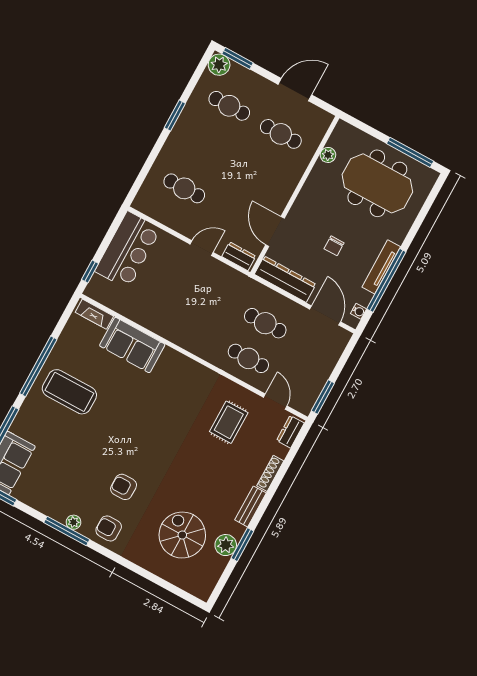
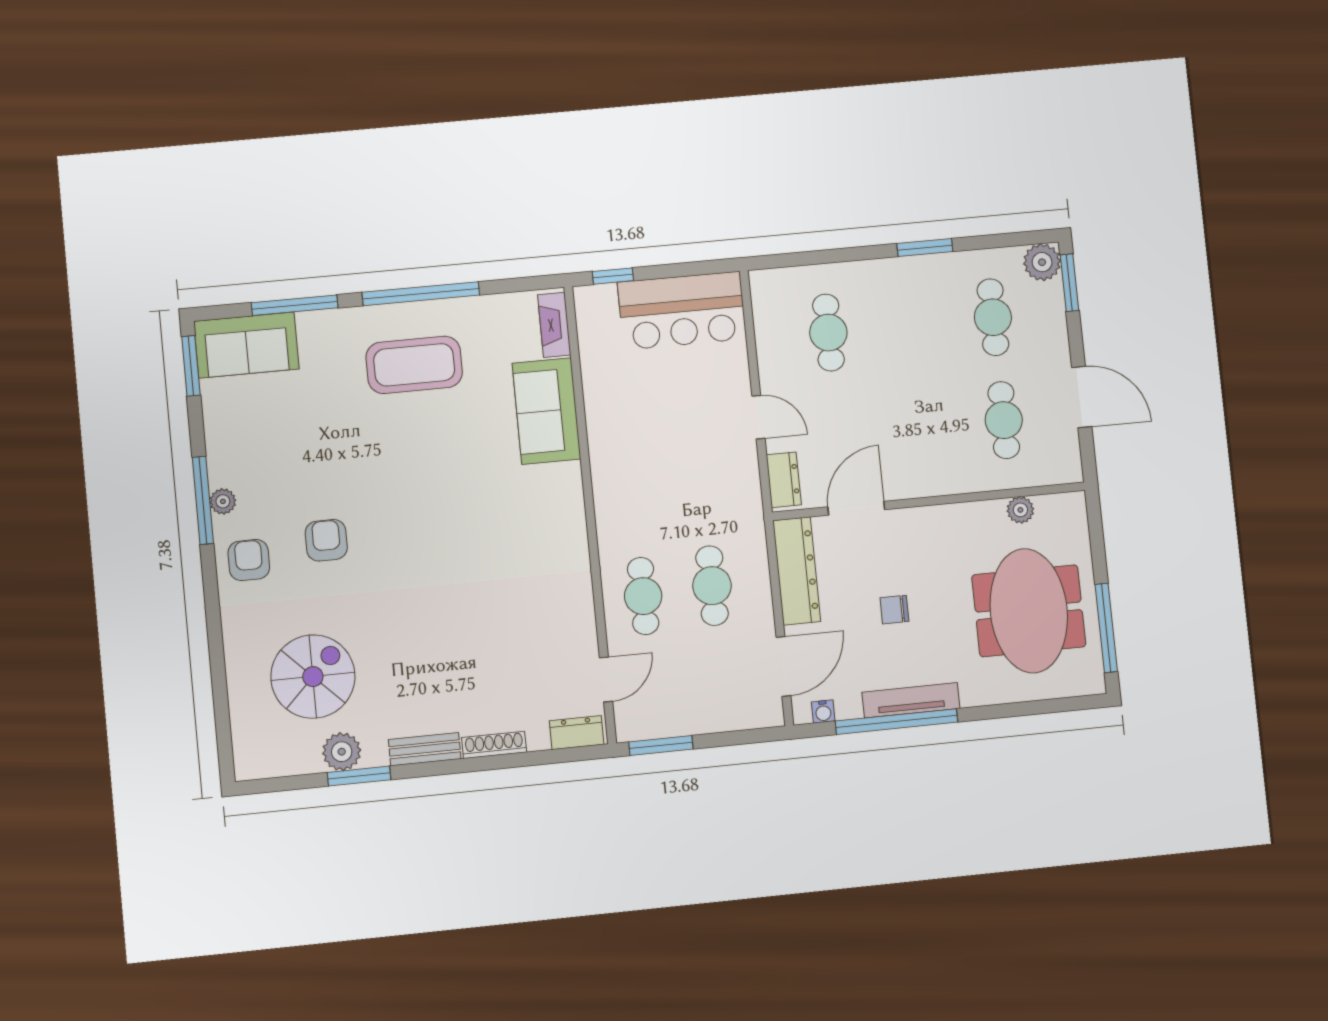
coffee table: (69, 392) -> (414, 365), turned 90
rug: (229, 422) -> (529, 631), removed

